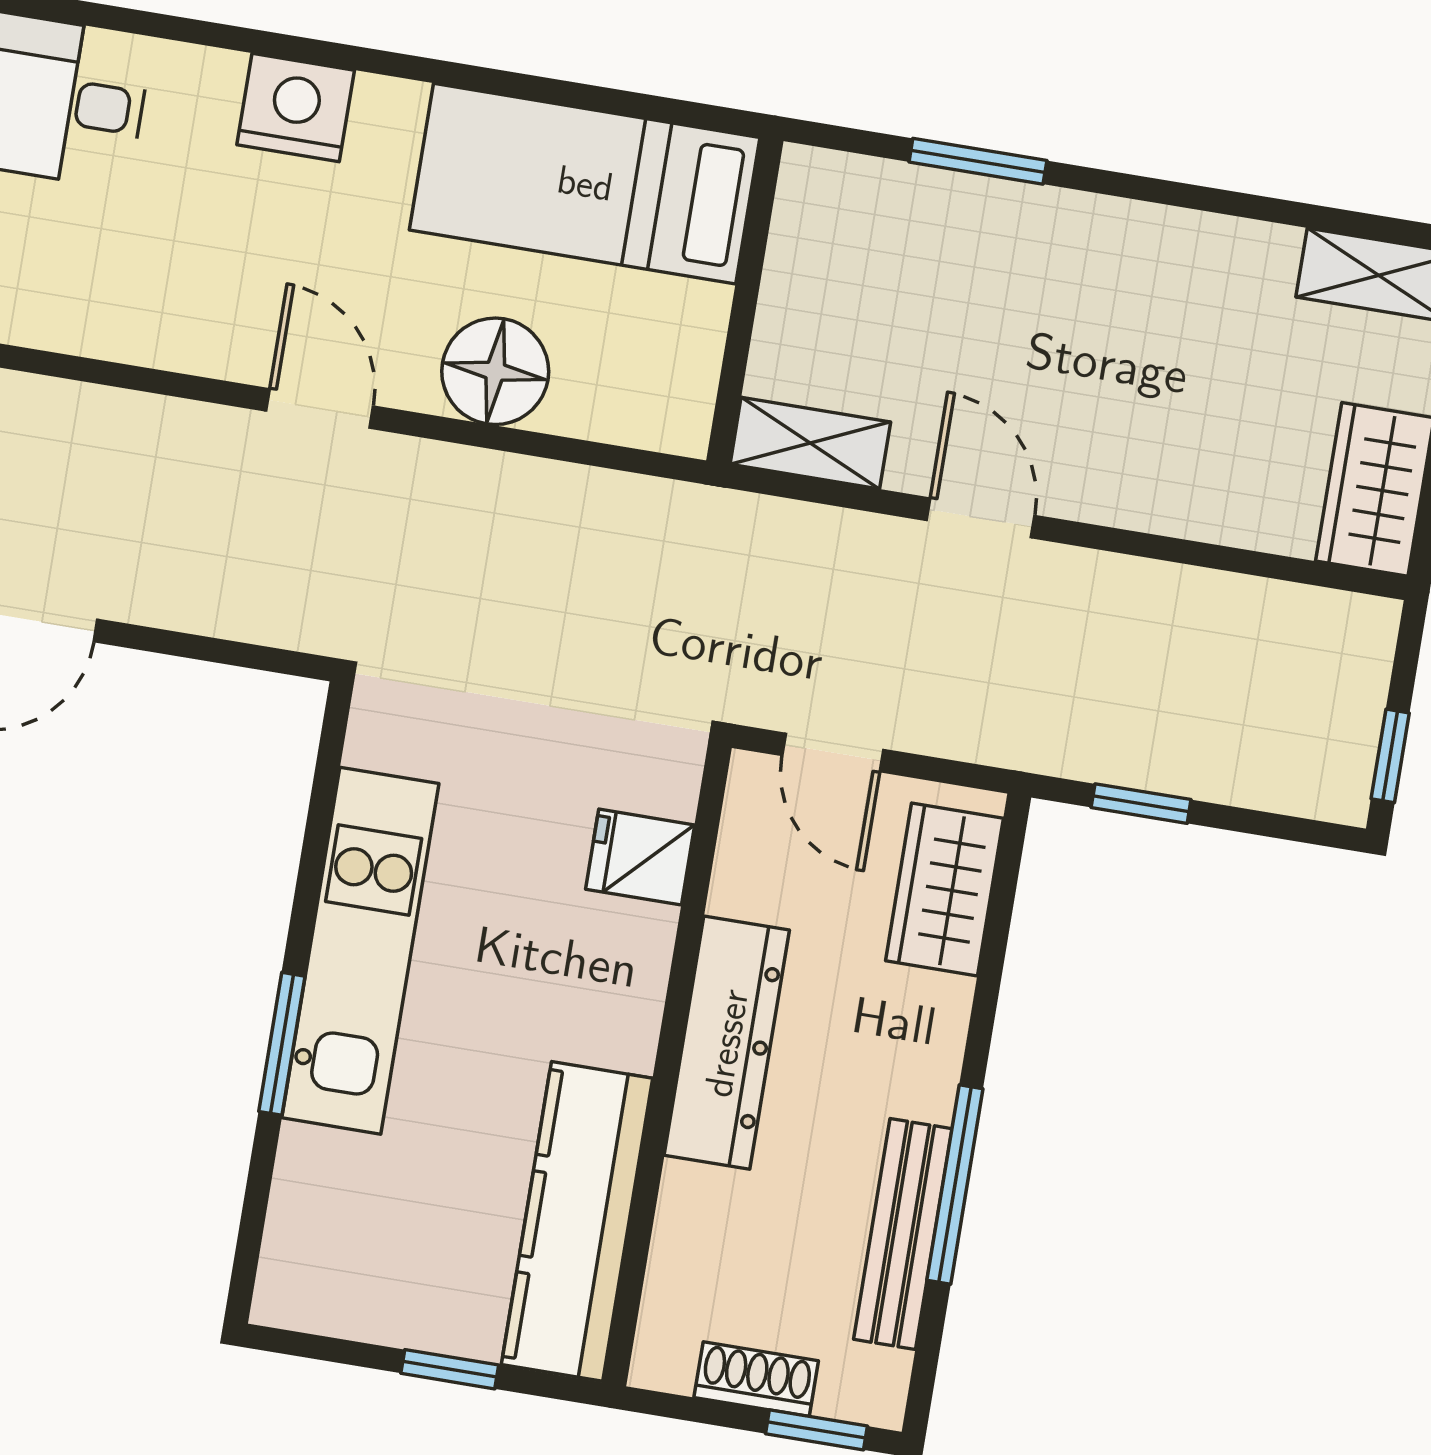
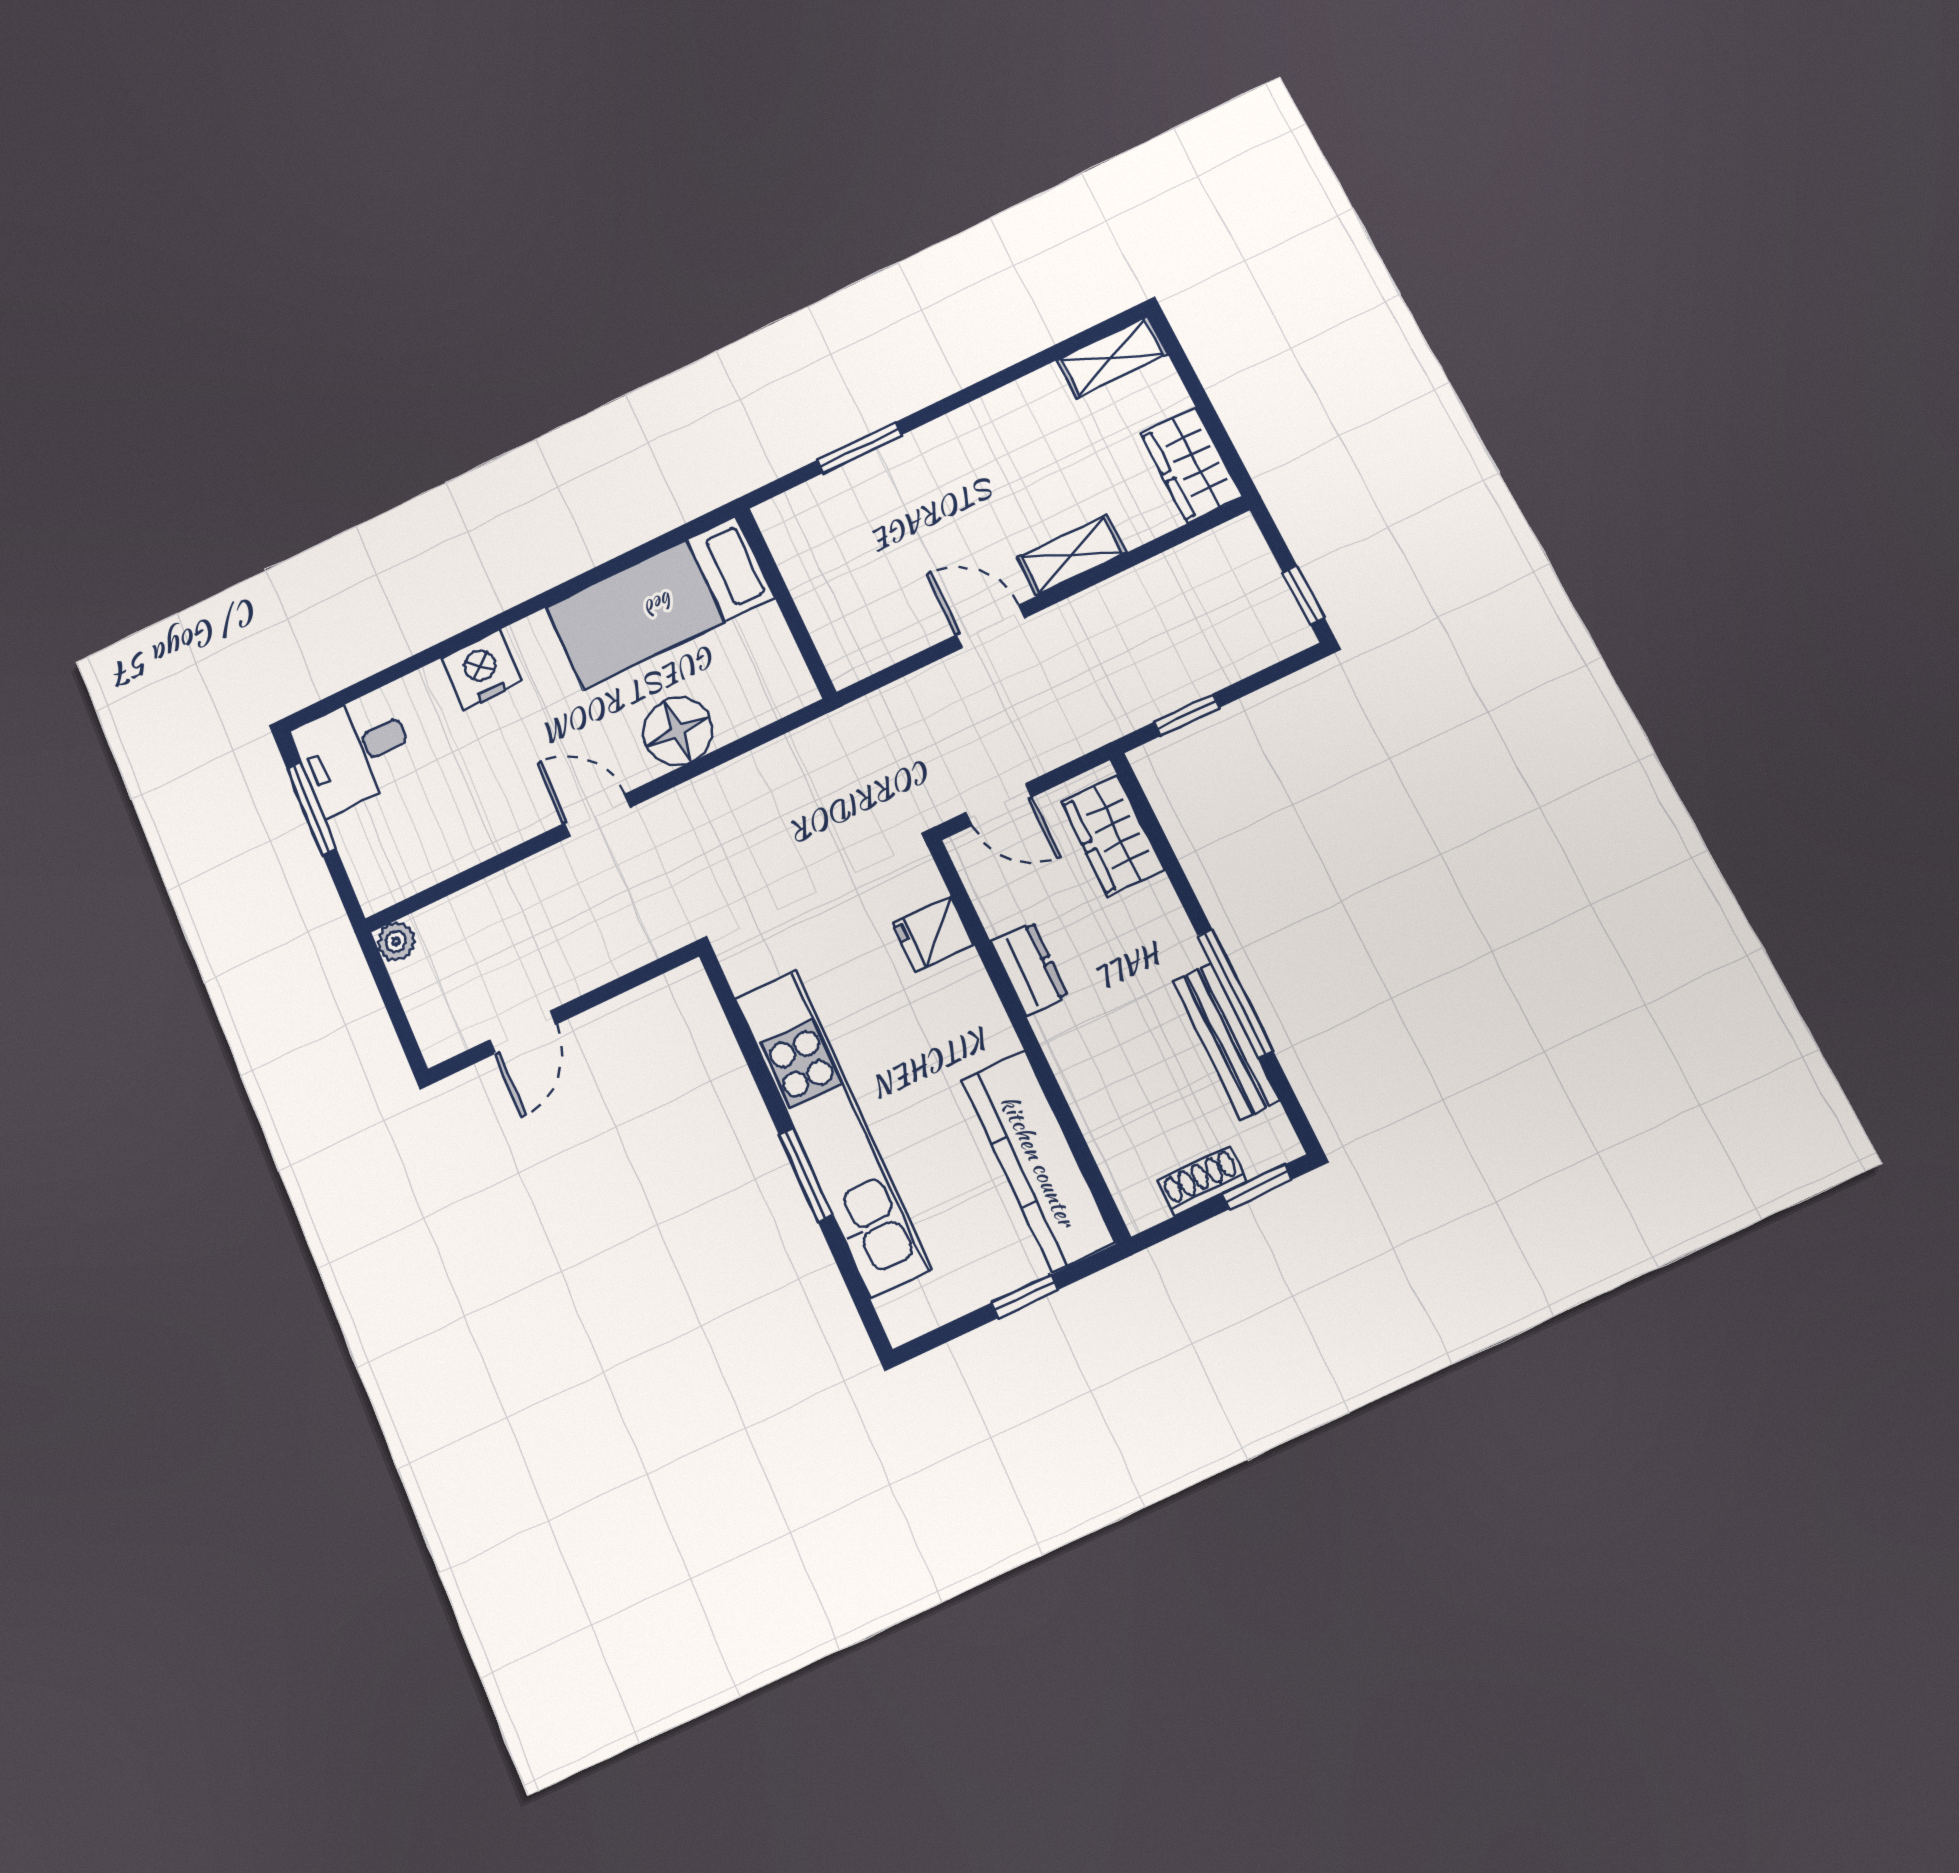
shelving: (810, 443) -> (1072, 555), moved
kitchen unit: (360, 951) -> (832, 1132), width x1.36
dresser: (727, 1043) -> (1029, 969), width x0.51, depth x0.80

